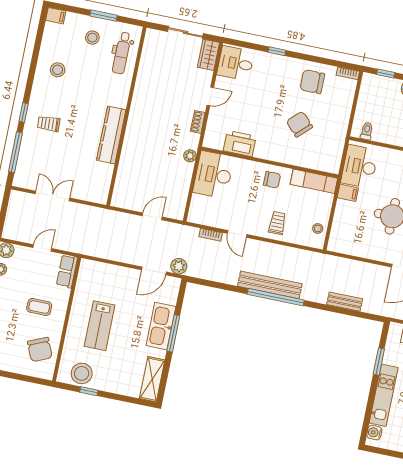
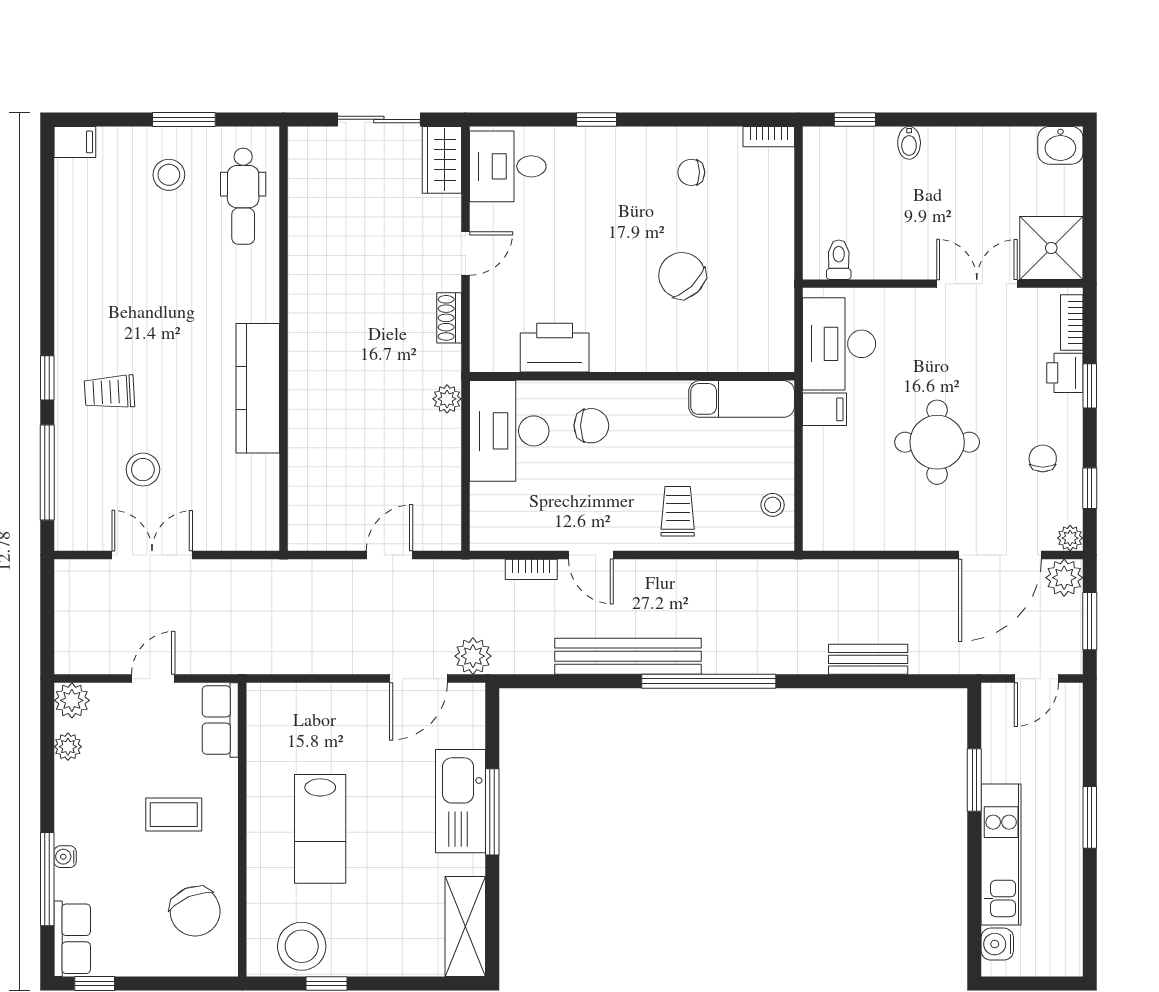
stool: (58, 70) -> (143, 470), moved
chair: (312, 82) -> (691, 172), width x0.54, depth x0.54
chair: (272, 180) -> (591, 426), moved
bench: (270, 285) -> (628, 656), moved

